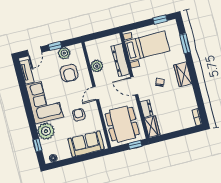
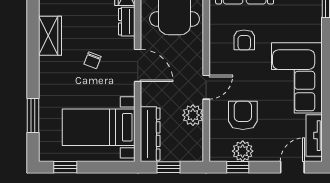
window: (103, 34) -> (168, 167), added
window: (55, 46) -> (238, 167), moved
dresser: (120, 60) -> (150, 134), moved
wardrobe: (183, 74) -> (50, 36), moved
door: (96, 93) -> (206, 87), moved
plant: (46, 131) -> (307, 26), removed

